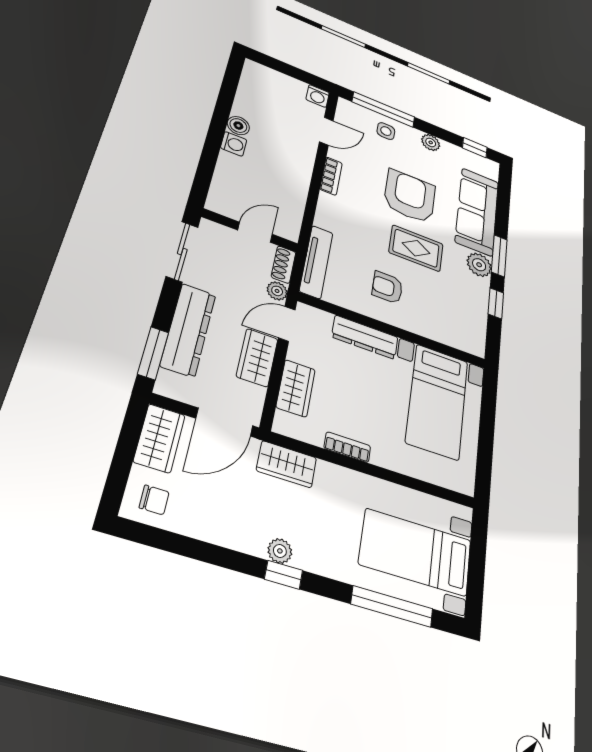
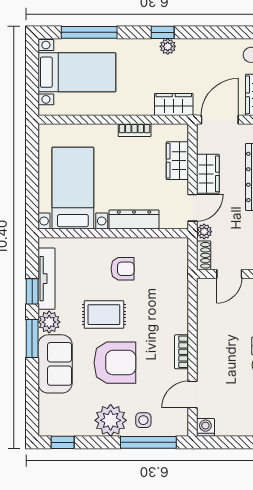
plant: (431, 142) -> (111, 420), width x1.88, depth x1.88
armchair: (410, 196) -> (115, 363), turned -90
sofa: (477, 212) -> (55, 364), width x0.73
tv unit: (316, 262) -> (47, 279), moved, turned 180

